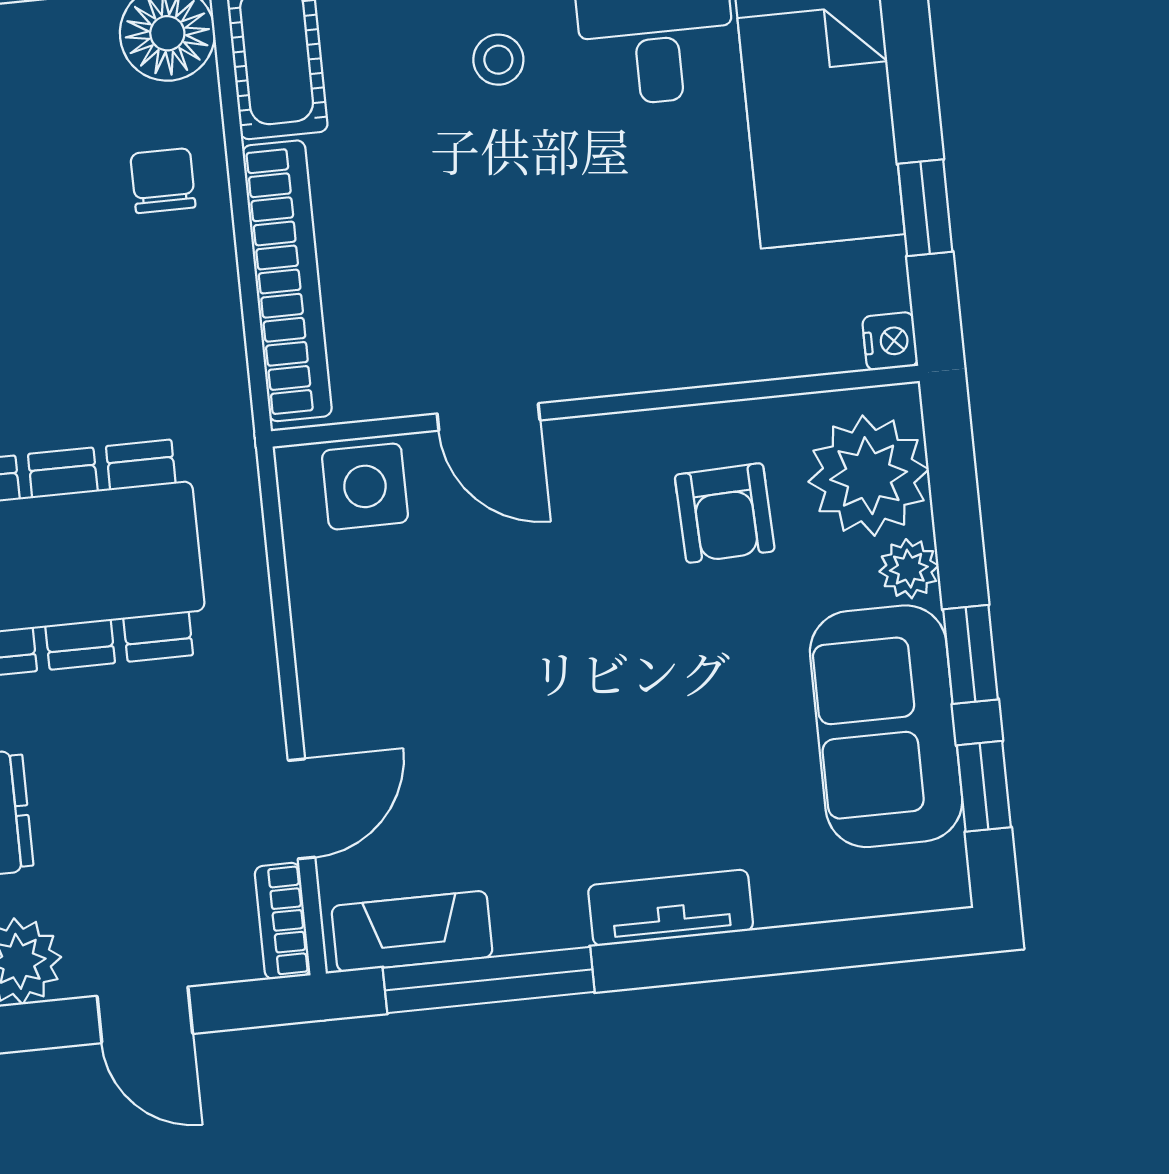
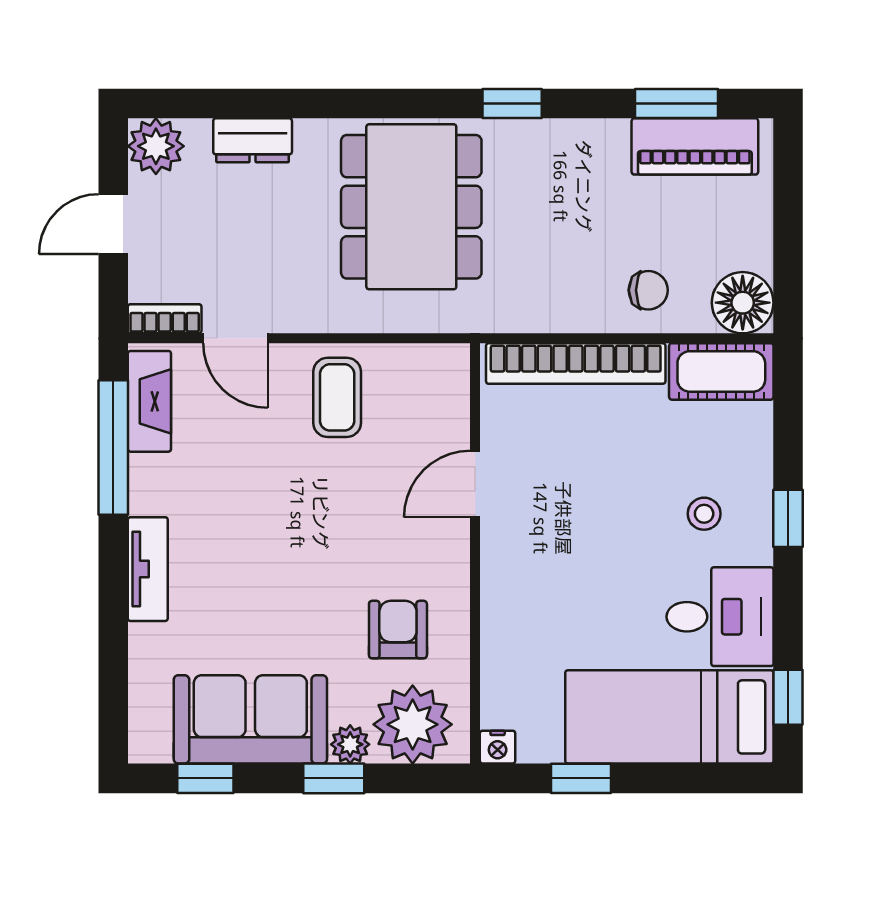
side table: (365, 486) -> (438, 400), removed
armchair: (725, 513) -> (398, 630), turned 92
coffee table: (377, 643) -> (337, 397), added
window: (970, 654) -> (334, 778), moved

